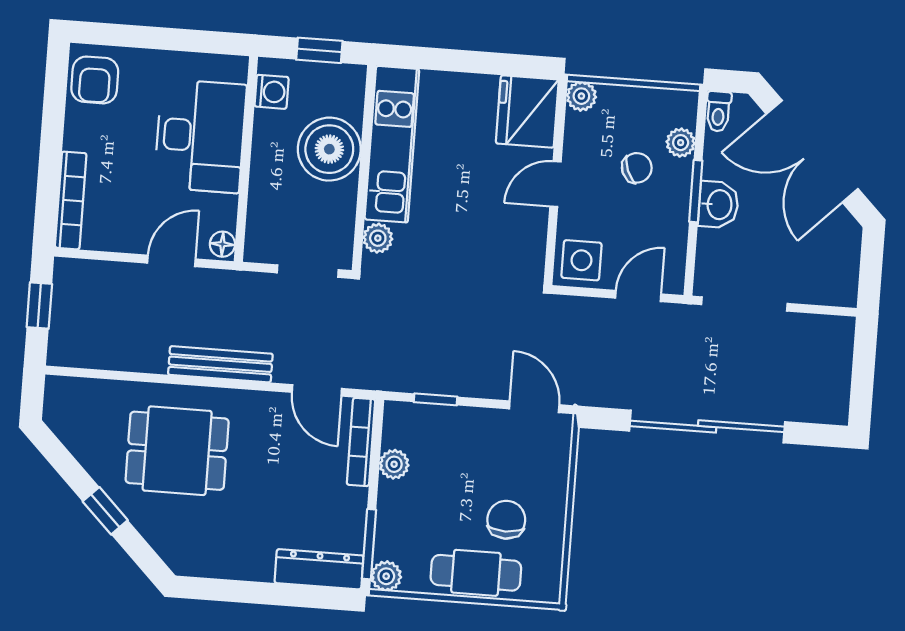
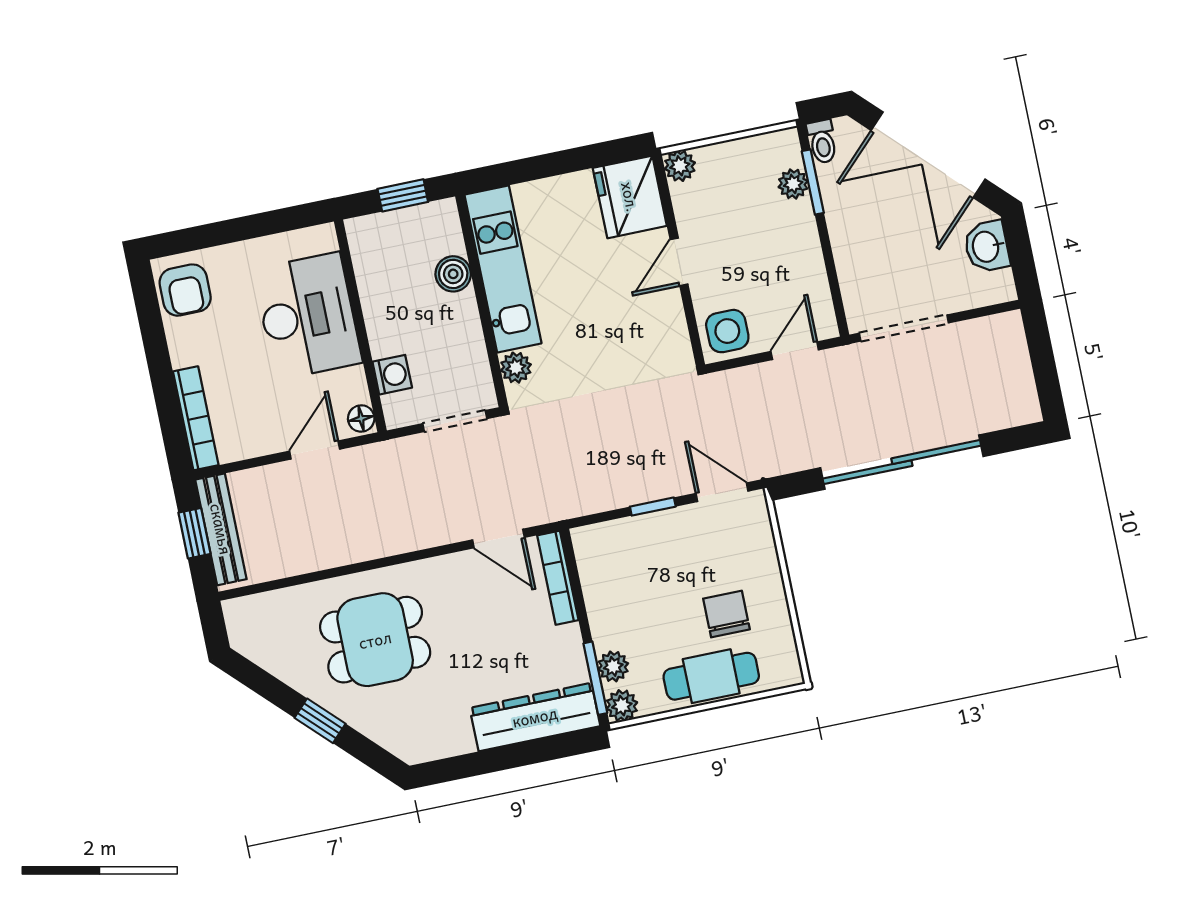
washing machine: (272, 92) -> (392, 375), moved
boiler: (329, 149) -> (453, 274), width x0.54, depth x0.54
chair: (637, 168) -> (756, 222), removed
window: (696, 191) -> (813, 182), moved
washbasin: (718, 205) -> (987, 247), moved, turned 180
bench: (220, 364) -> (221, 529), moved, turned 90
window: (436, 399) -> (653, 507), moved
plant: (394, 464) -> (613, 666), moved
dresser: (319, 569) -> (535, 717), width x1.37, depth x1.24

